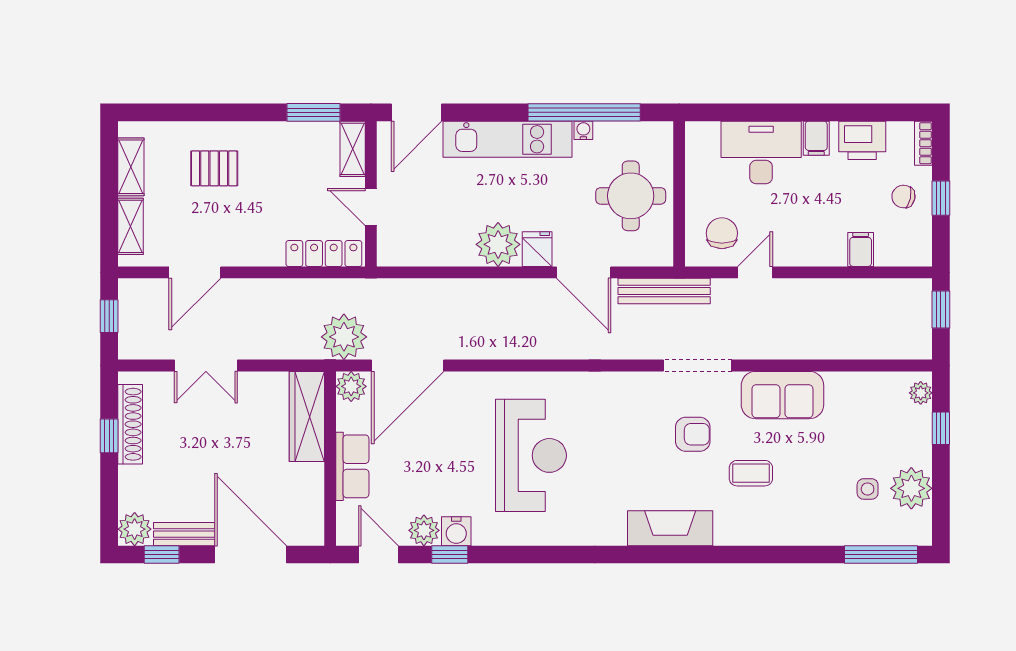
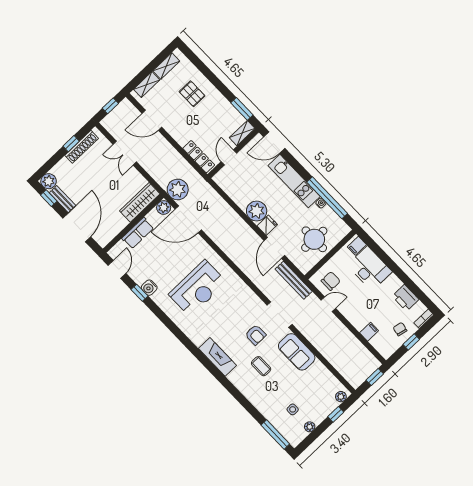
filing cabinet: (816, 138) -> (357, 246), moved
plant: (911, 488) -> (310, 427), width x0.53, depth x0.53
plant: (424, 530) -> (139, 277), removed

